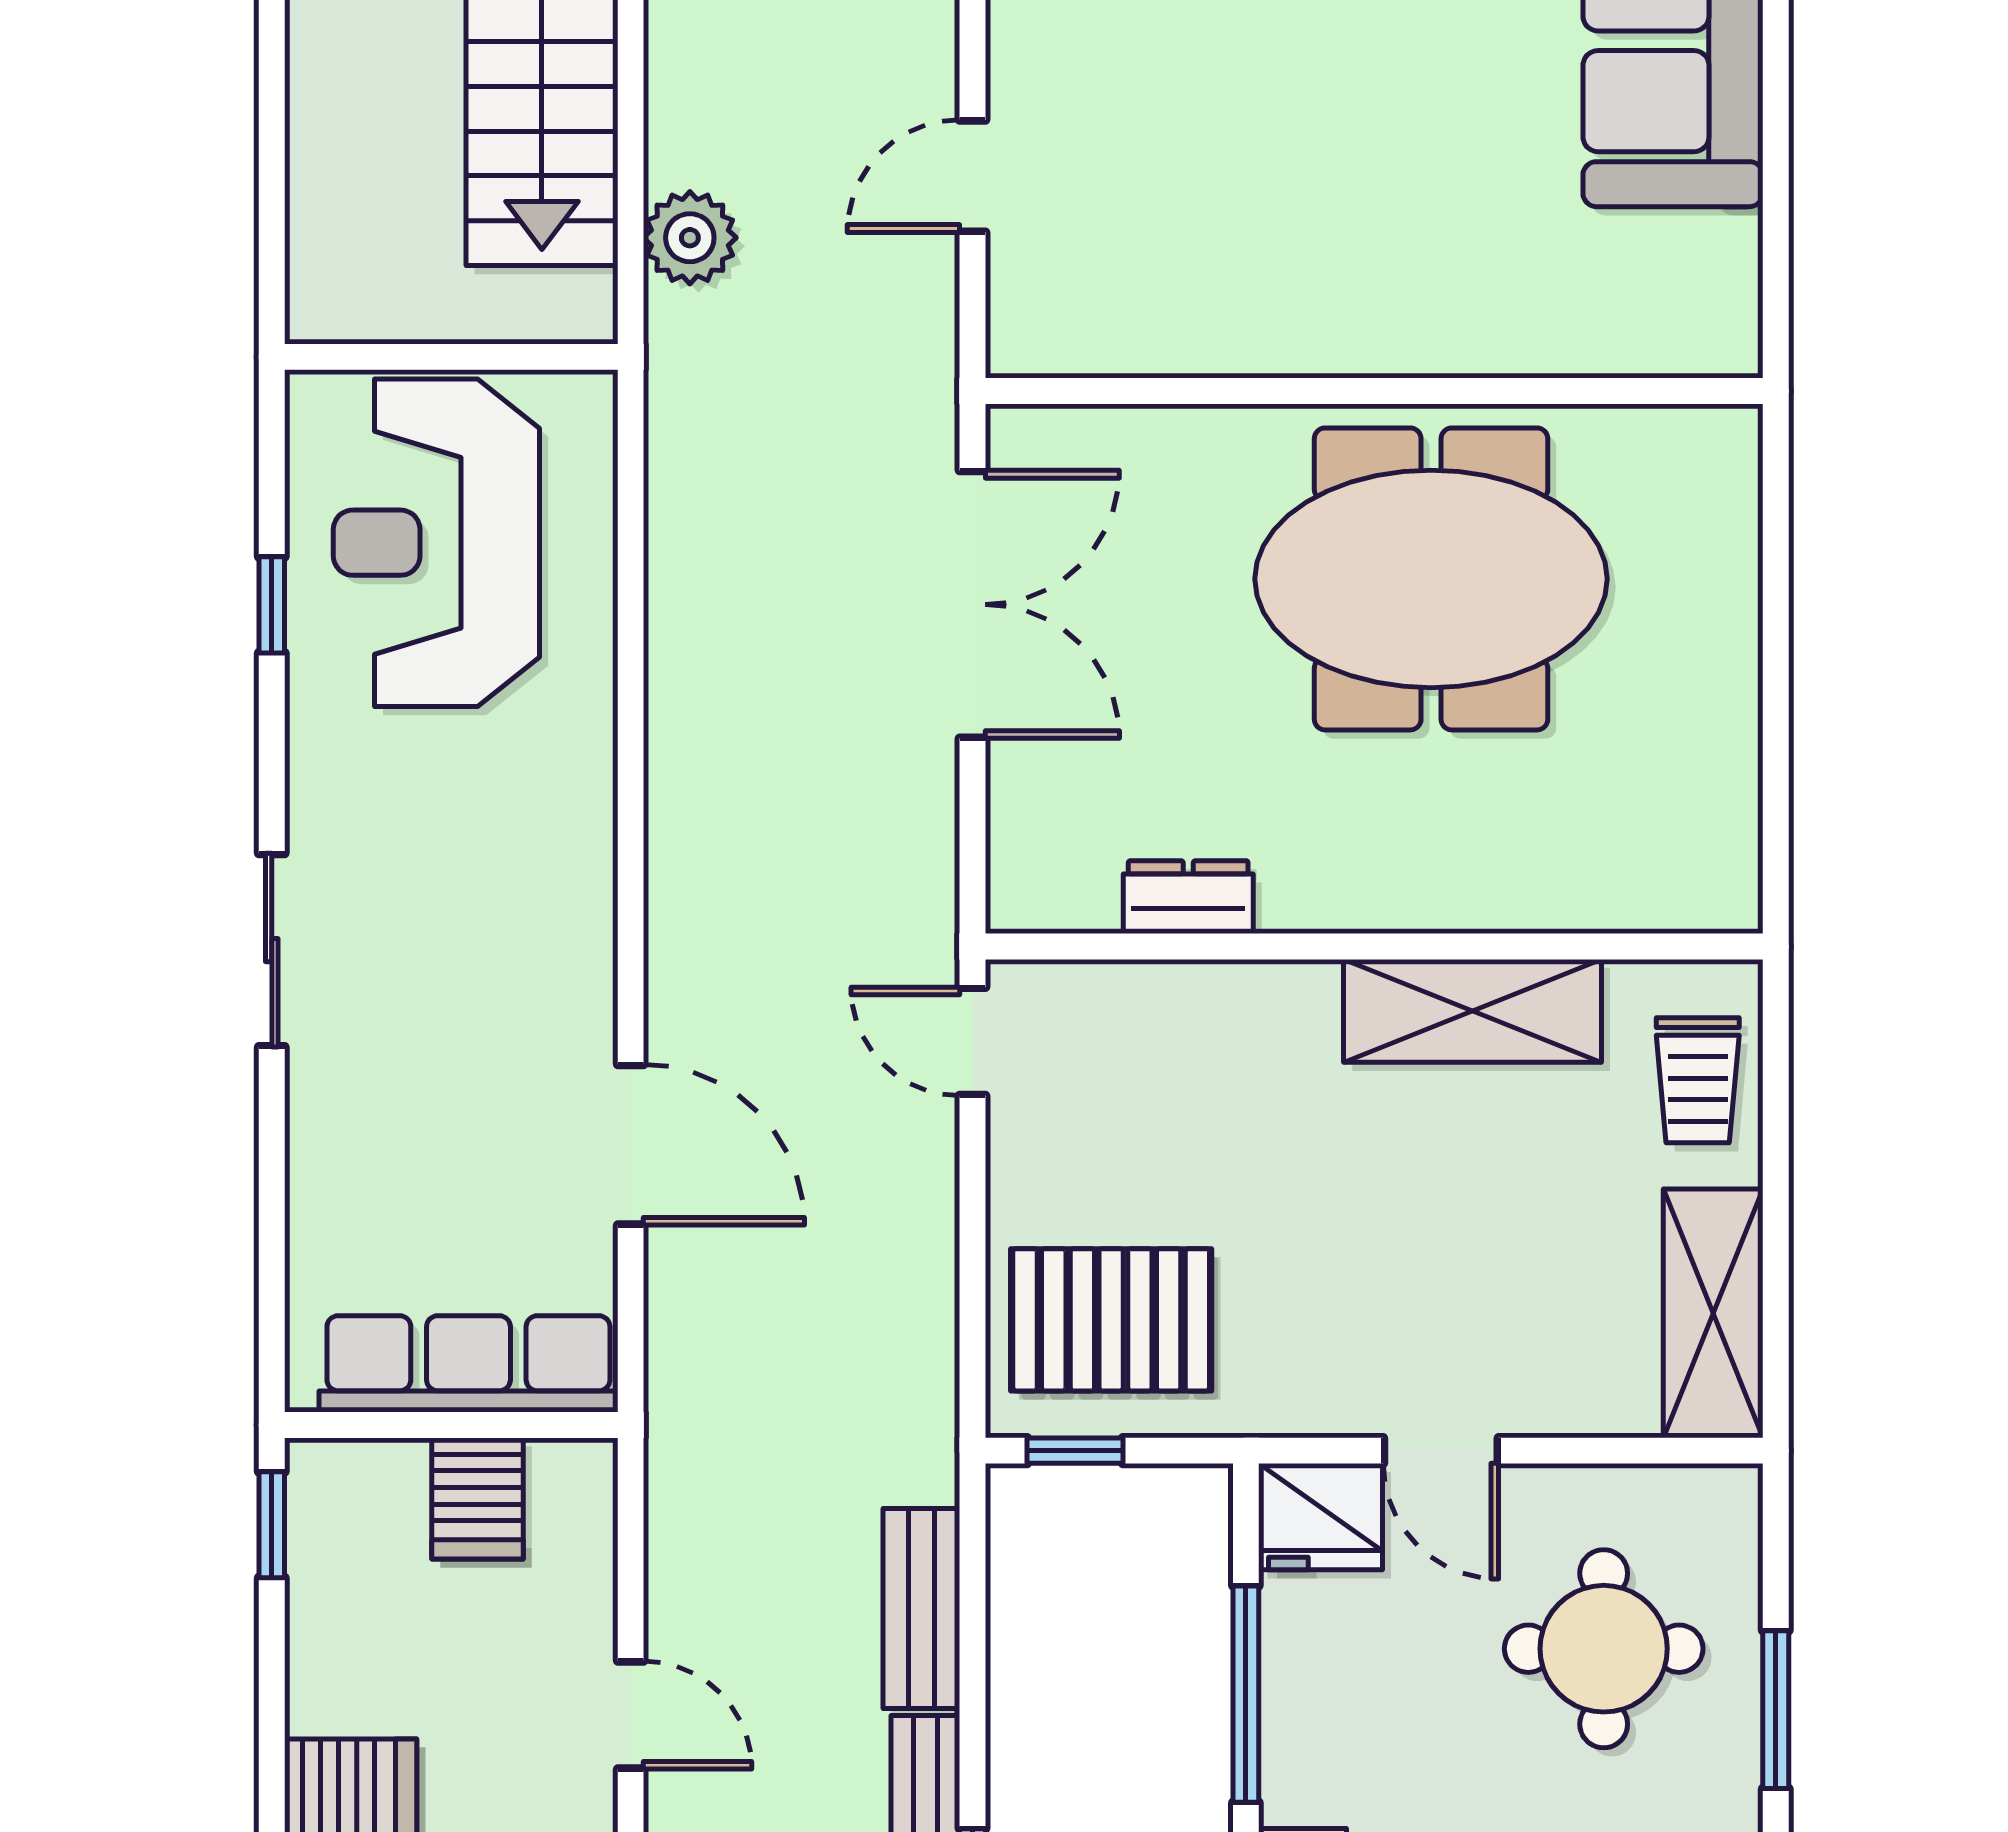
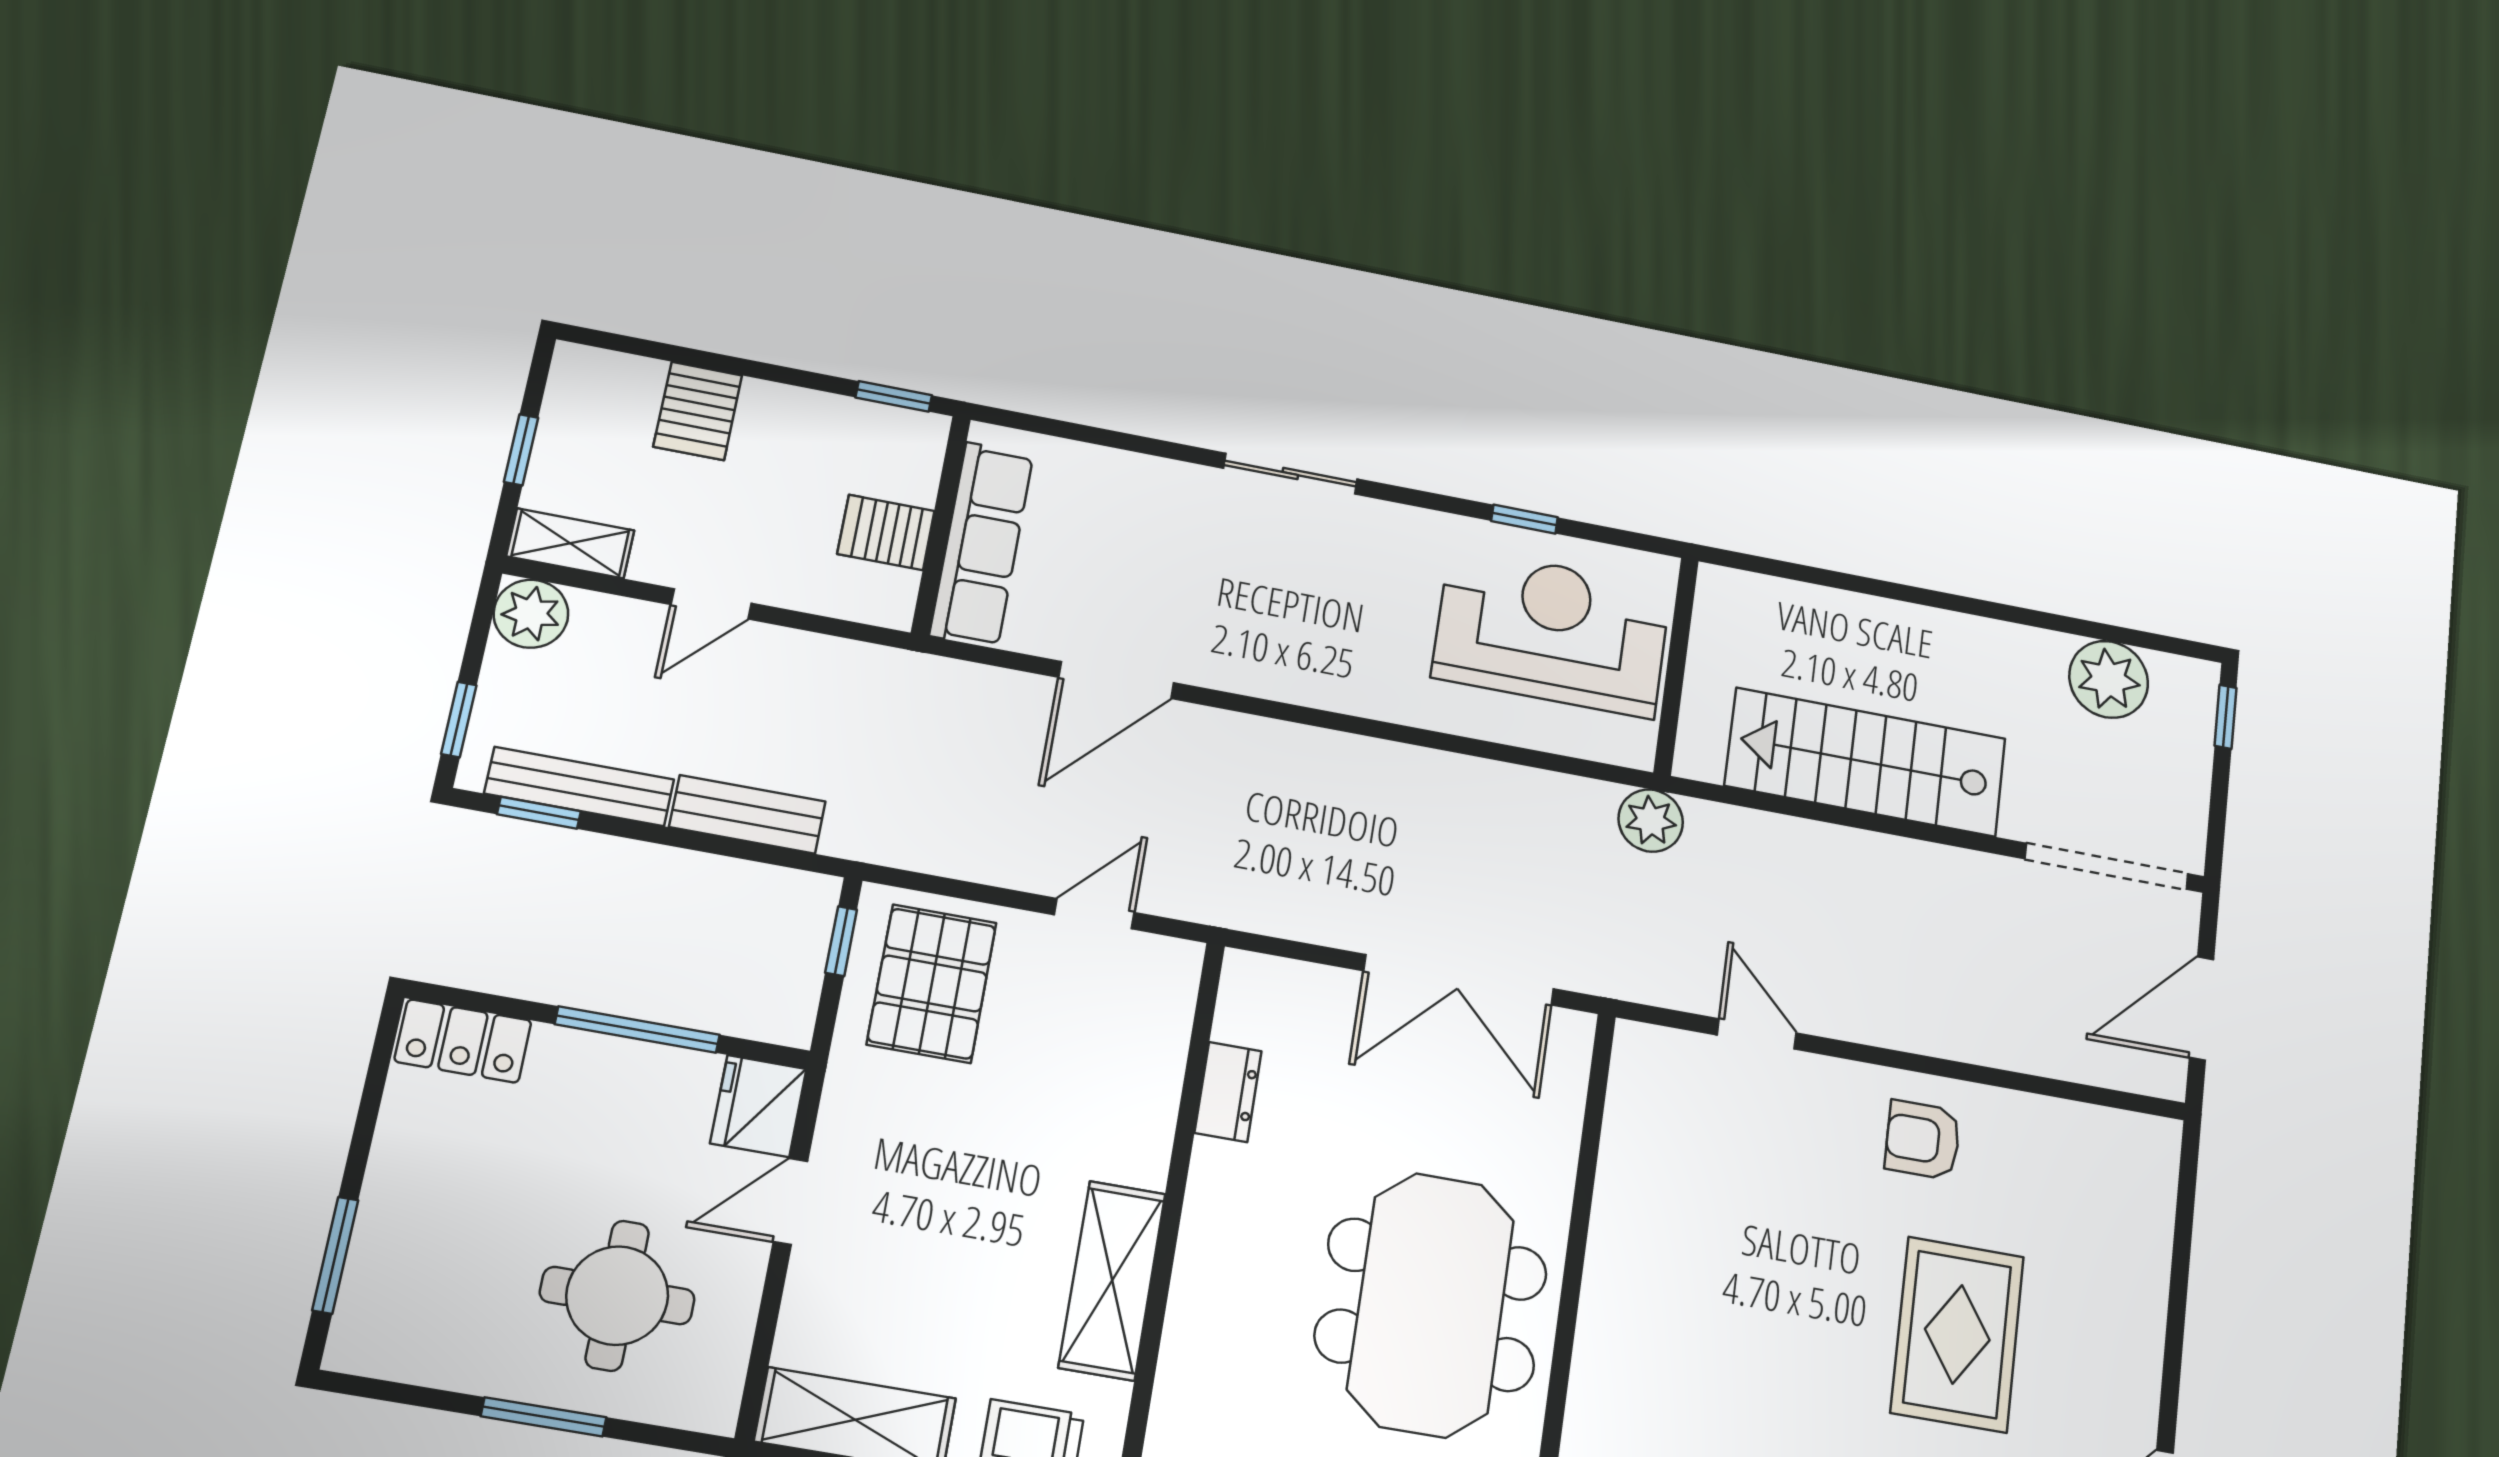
plant: (690, 238) -> (1651, 821), moved
door: (972, 1041) -> (1094, 914), moved

